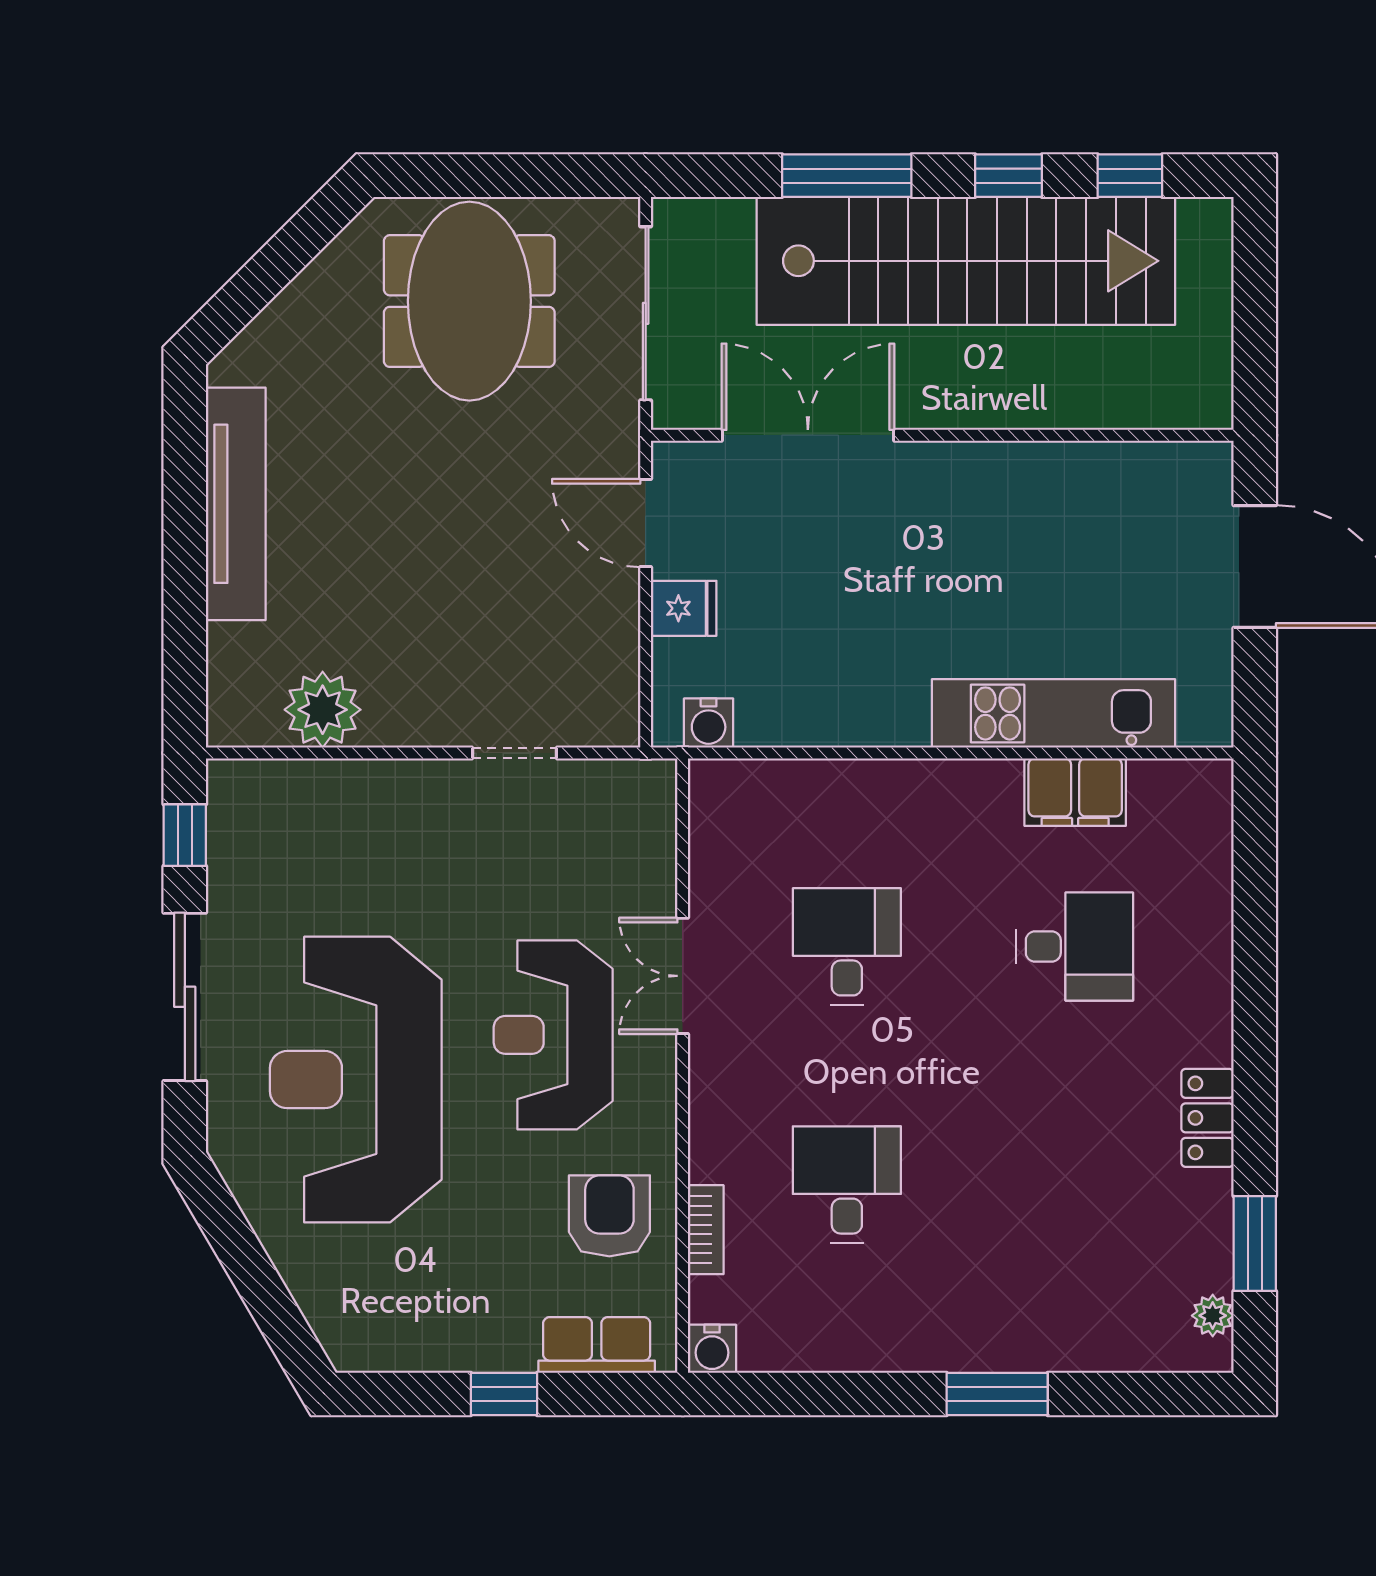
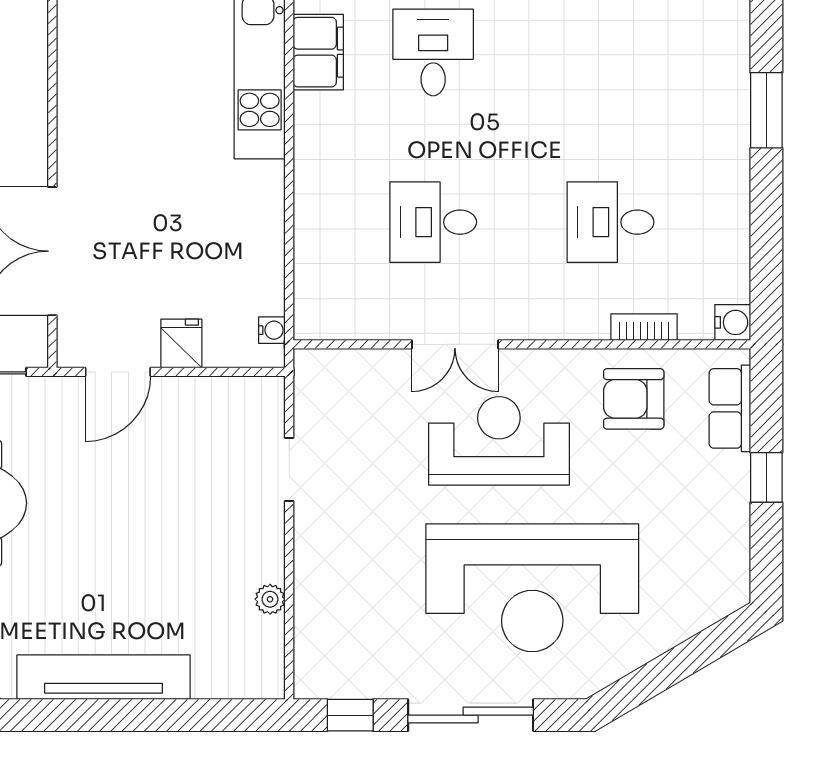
plant: (323, 710) -> (270, 599), width x0.53, depth x0.53
water cooler: (709, 723) -> (272, 330), width x0.72, depth x0.72
reception desk: (553, 1035) -> (499, 441), turned 180

